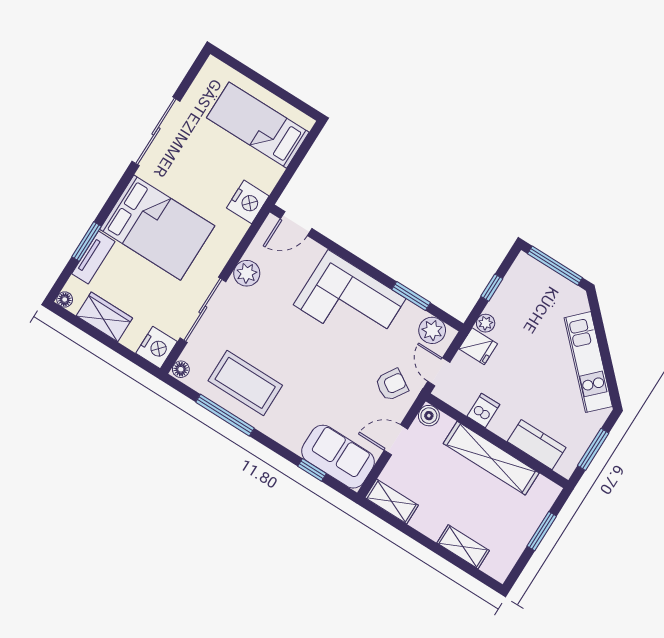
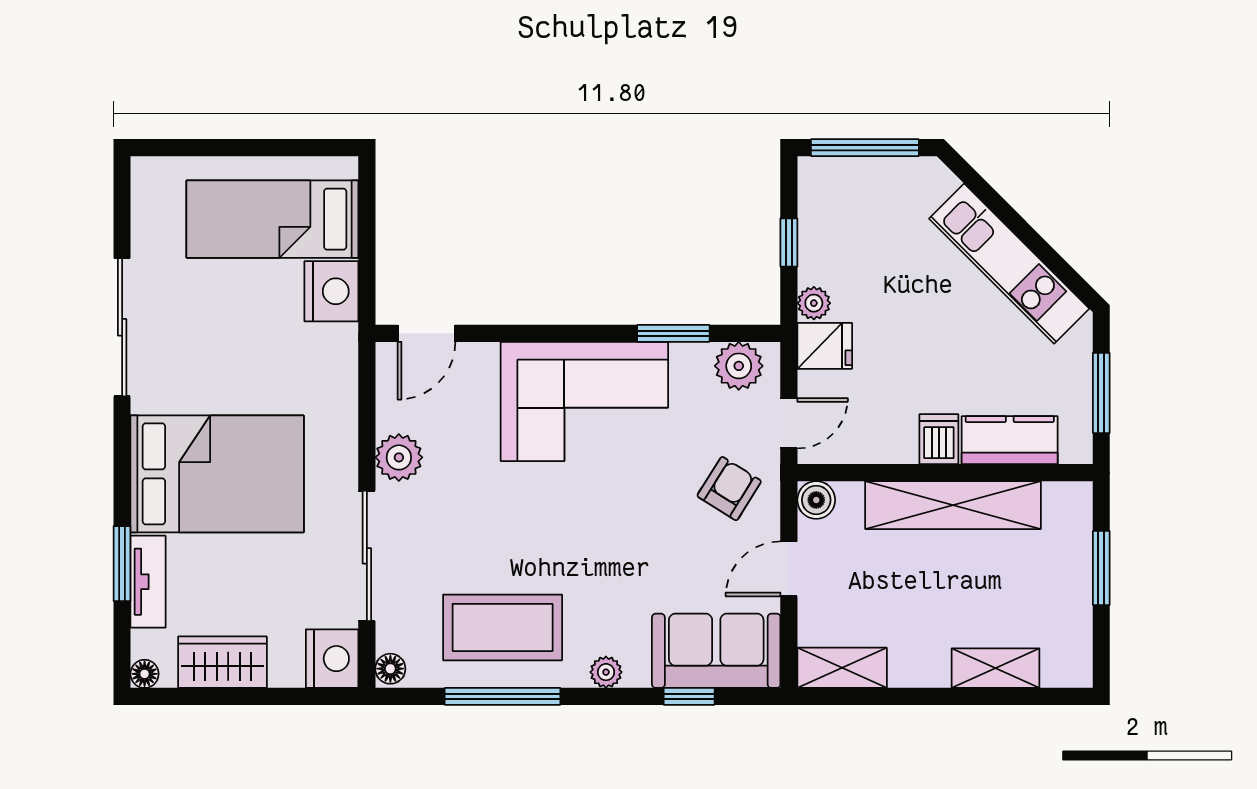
nightstand: (248, 202) -> (331, 291), moved
door: (439, 372) -> (789, 423), swing flipped
dishwasher: (483, 410) -> (939, 439), moved
plant: (280, 434) -> (606, 672), added

